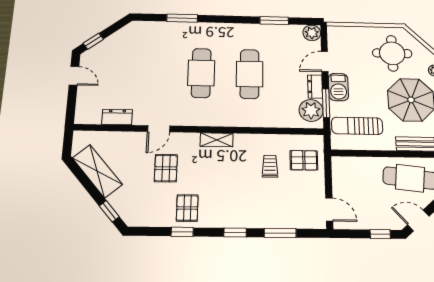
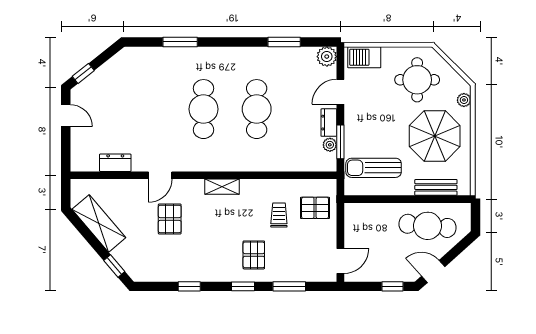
barbecue: (338, 87) -> (364, 57), moved, turned 90
plant: (311, 110) -> (330, 145), width x0.53, depth x0.53
pallet: (187, 208) -> (254, 255), moved
door: (329, 210) -> (340, 261), hinge flipped

